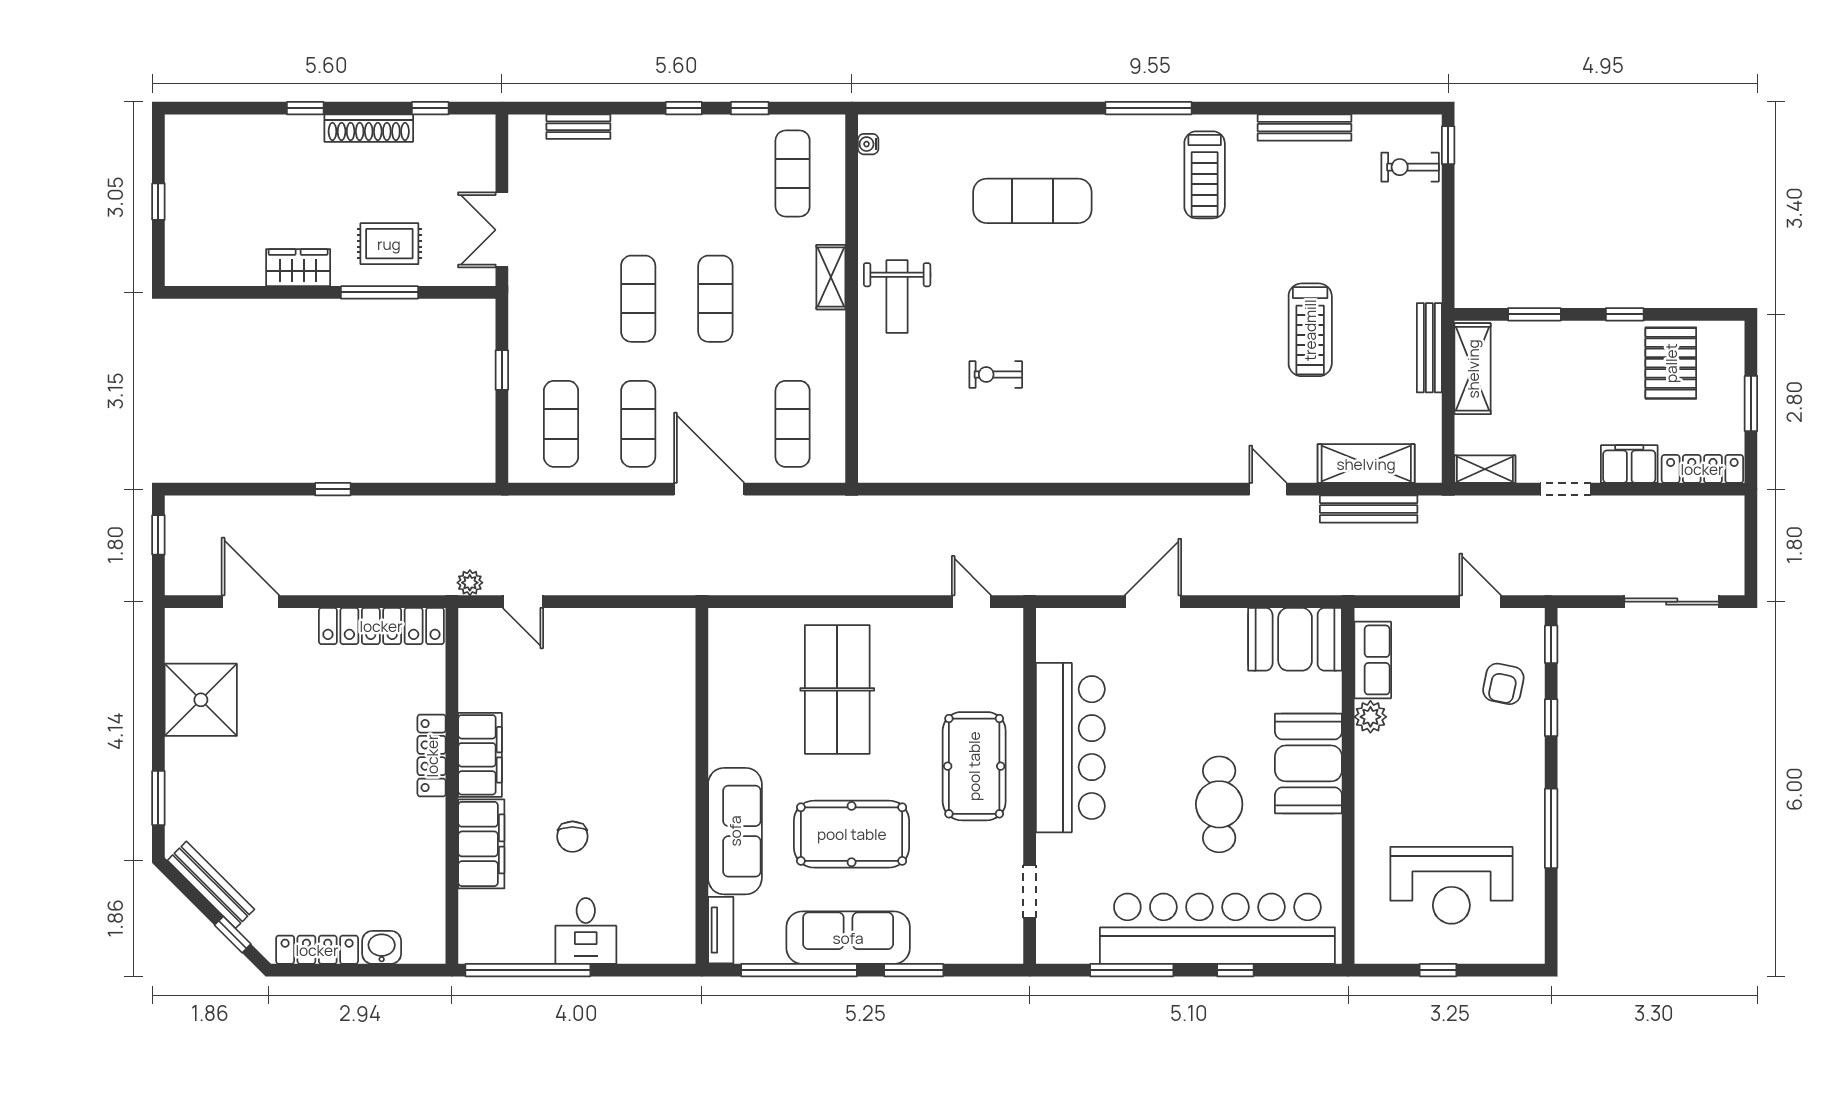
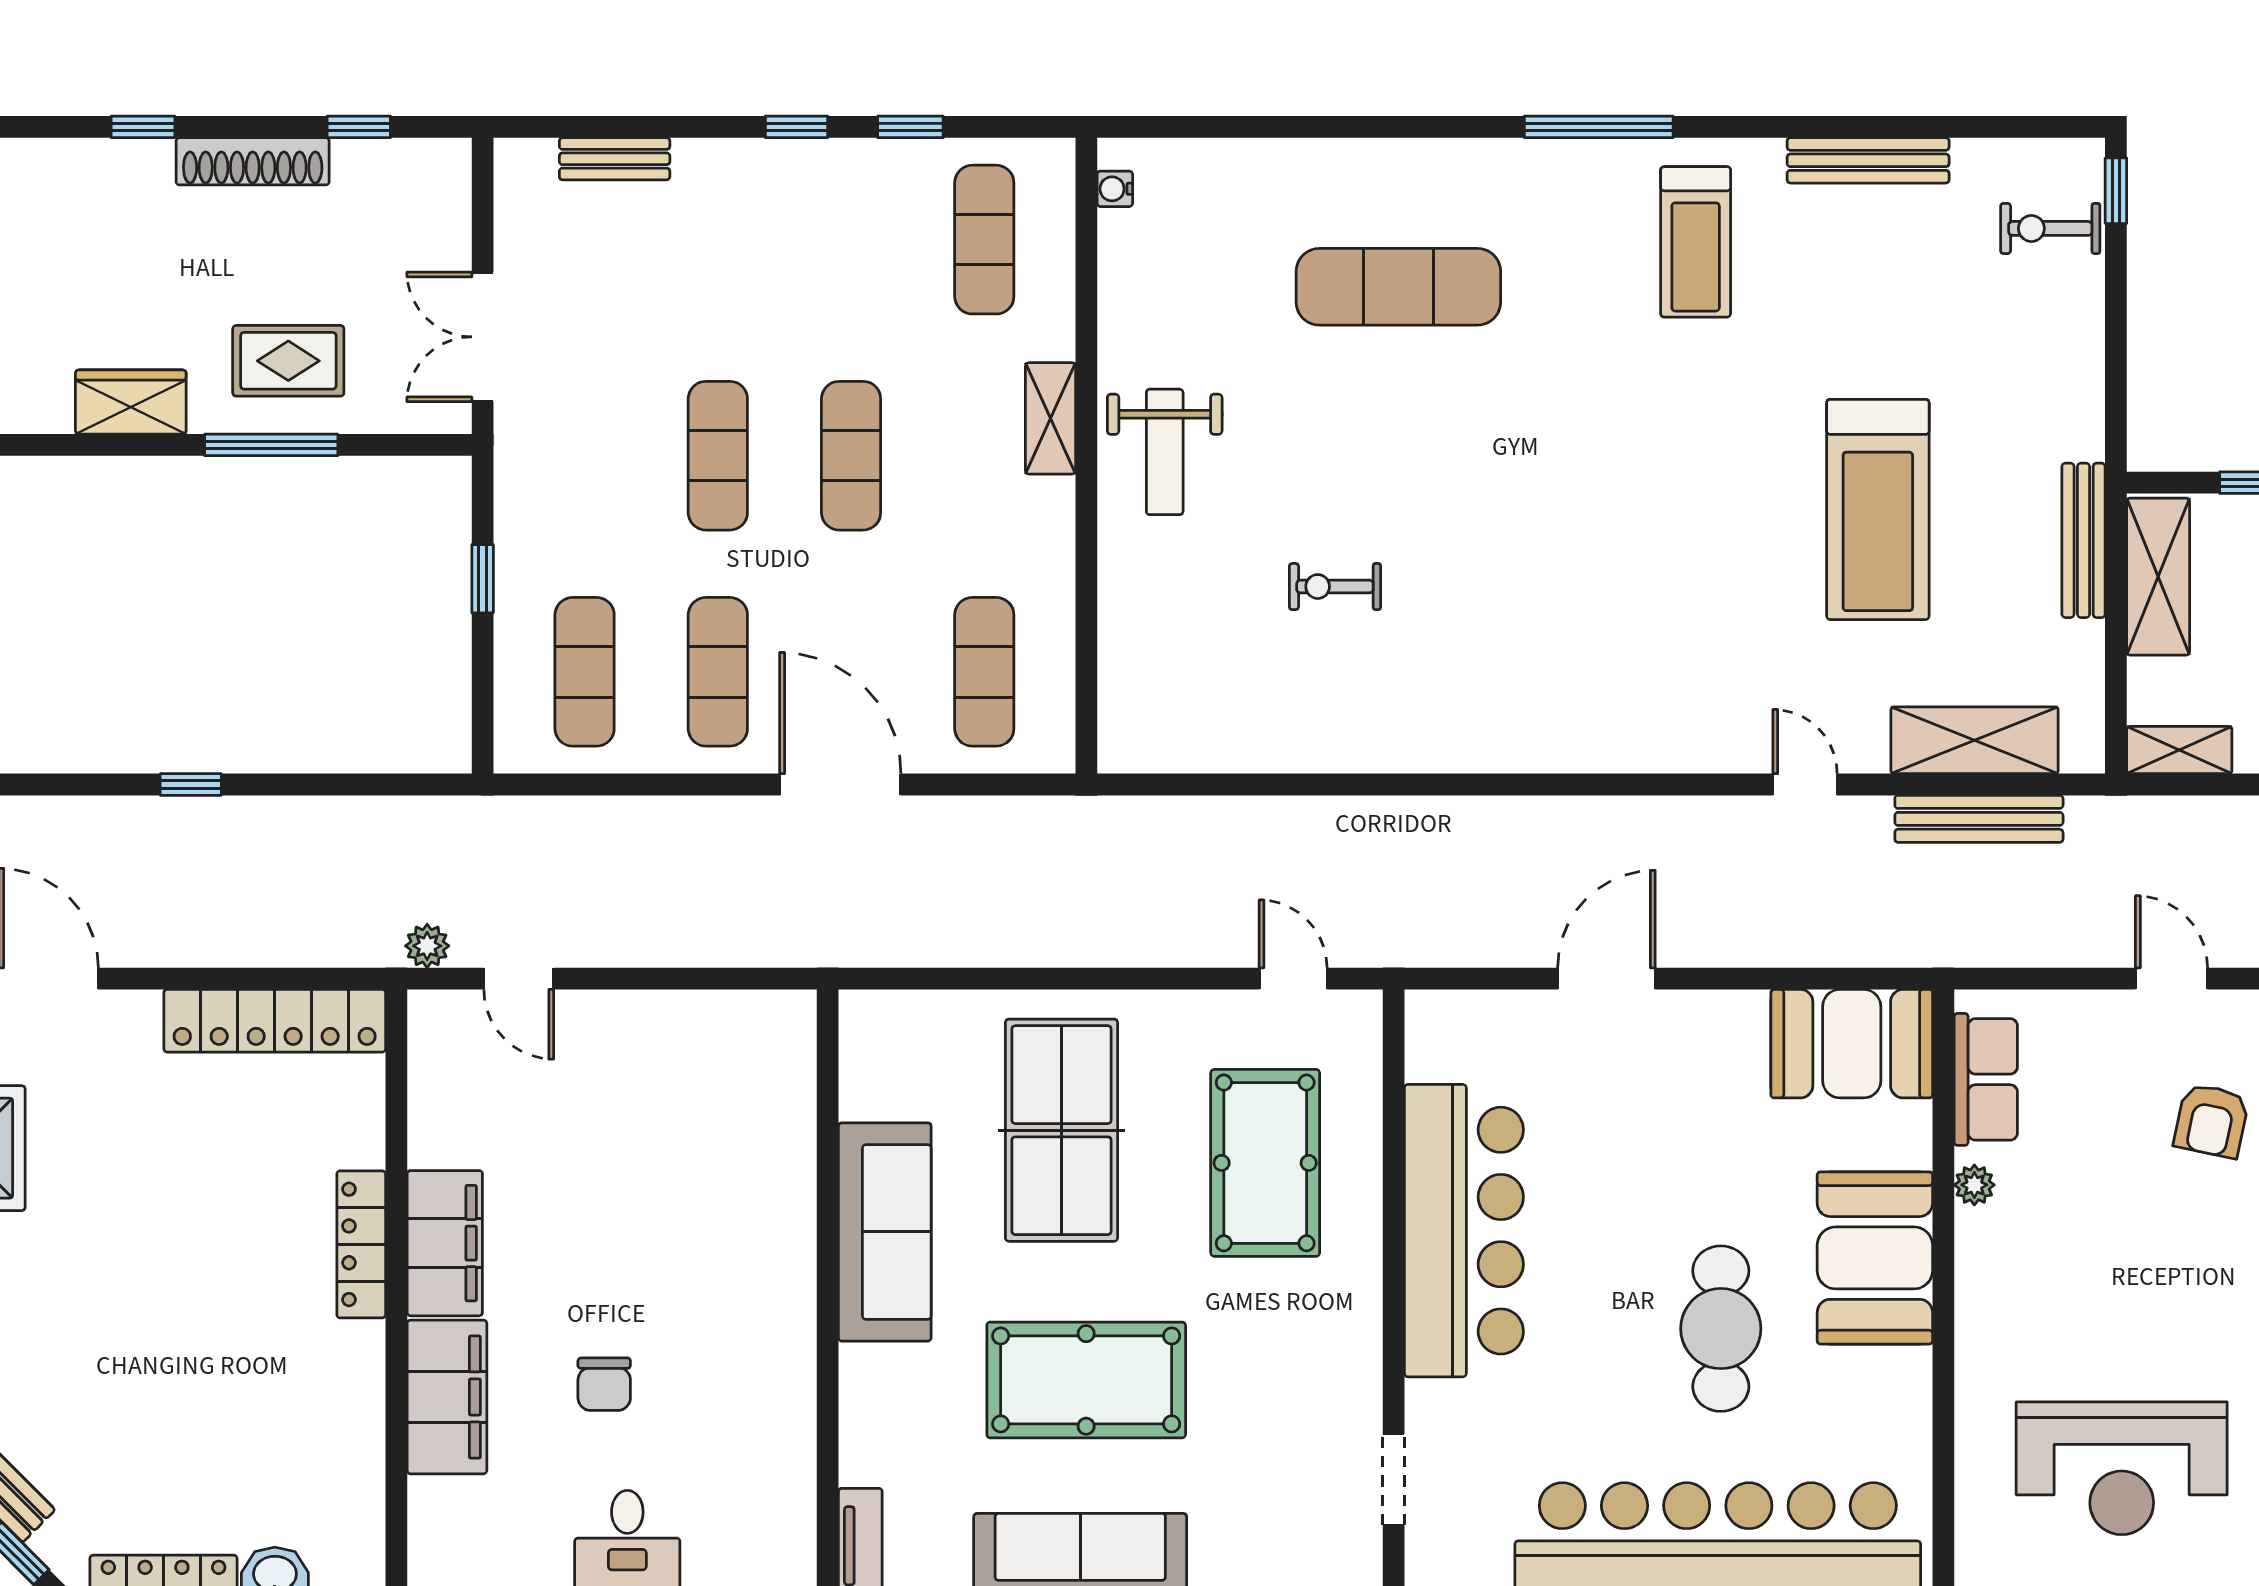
treadmill: (1310, 330) -> (1878, 509), width x1.37, depth x1.38
plant: (1370, 717) -> (1974, 1185), width x0.73, depth x0.73
pool table: (974, 766) -> (1265, 1163), moved
sofa: (735, 831) -> (885, 1232), moved

